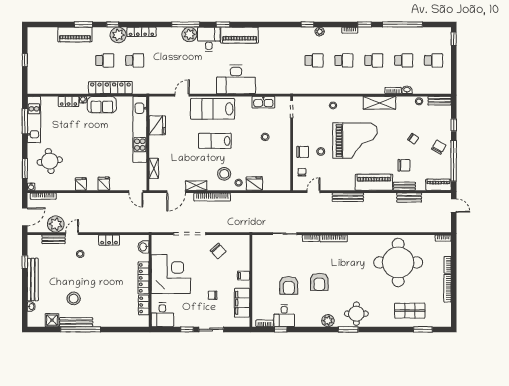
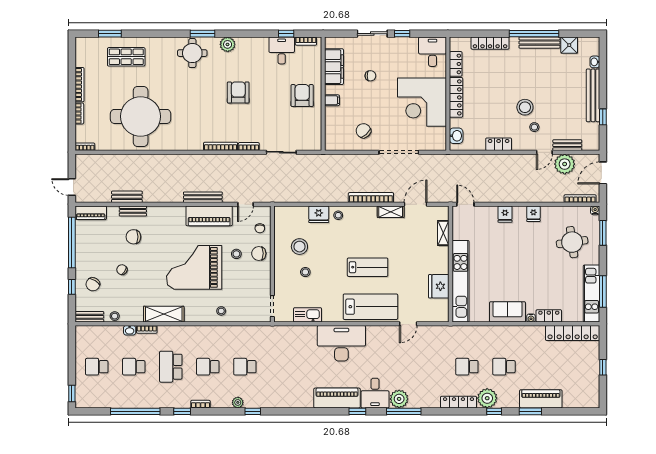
school desk: (374, 60) -> (171, 367), width x1.85
locker: (110, 88) -> (573, 333), moved
chair: (439, 147) -> (93, 284), moved
stool: (224, 174) -> (299, 247), moved
piano: (374, 182) -> (209, 216), moved
armchair: (289, 285) -> (302, 95), moved
stool: (74, 298) -> (525, 107), moved
locker: (116, 322) -> (490, 43), added

